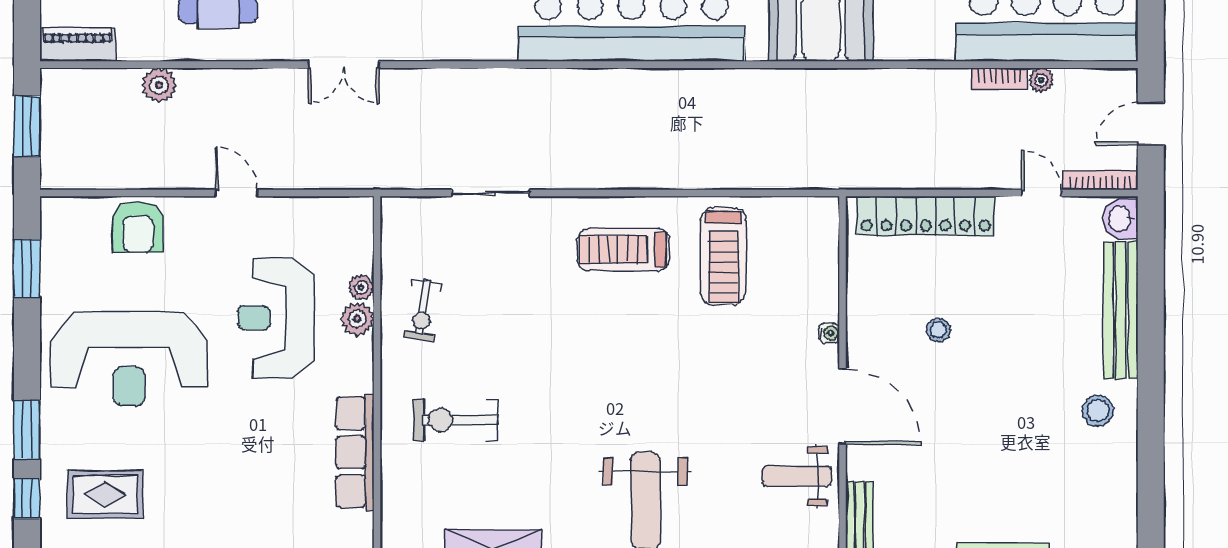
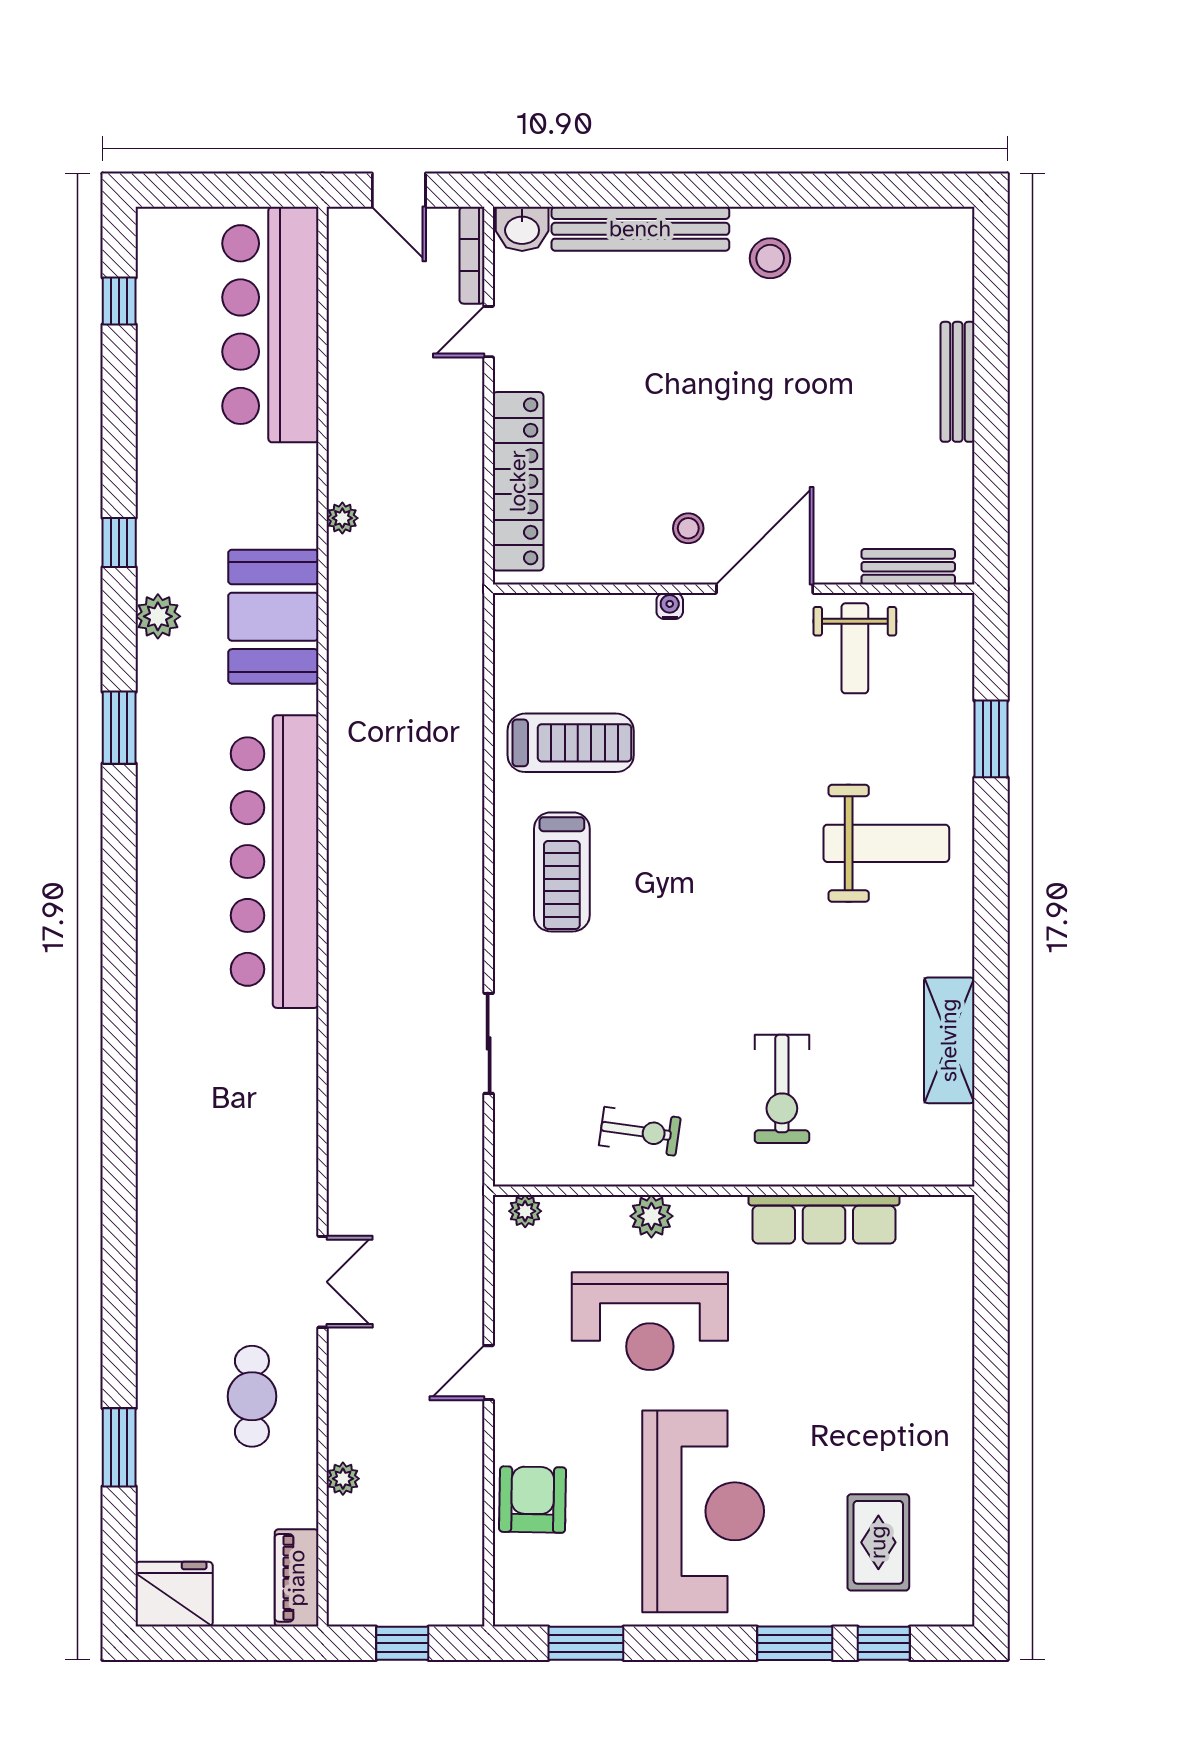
double door: (344, 65) -> (323, 1282), moved
bookcase: (999, 79) -> (341, 386), removed
plant: (1041, 80) -> (342, 518), moved
plant: (159, 85) -> (343, 1479), width x0.73, depth x0.73
window: (27, 126) -> (402, 1643), width x0.67
armchair: (138, 227) -> (533, 1500), turned -89
plant: (361, 287) -> (525, 1211), moved
stool: (938, 330) -> (688, 528), moved

